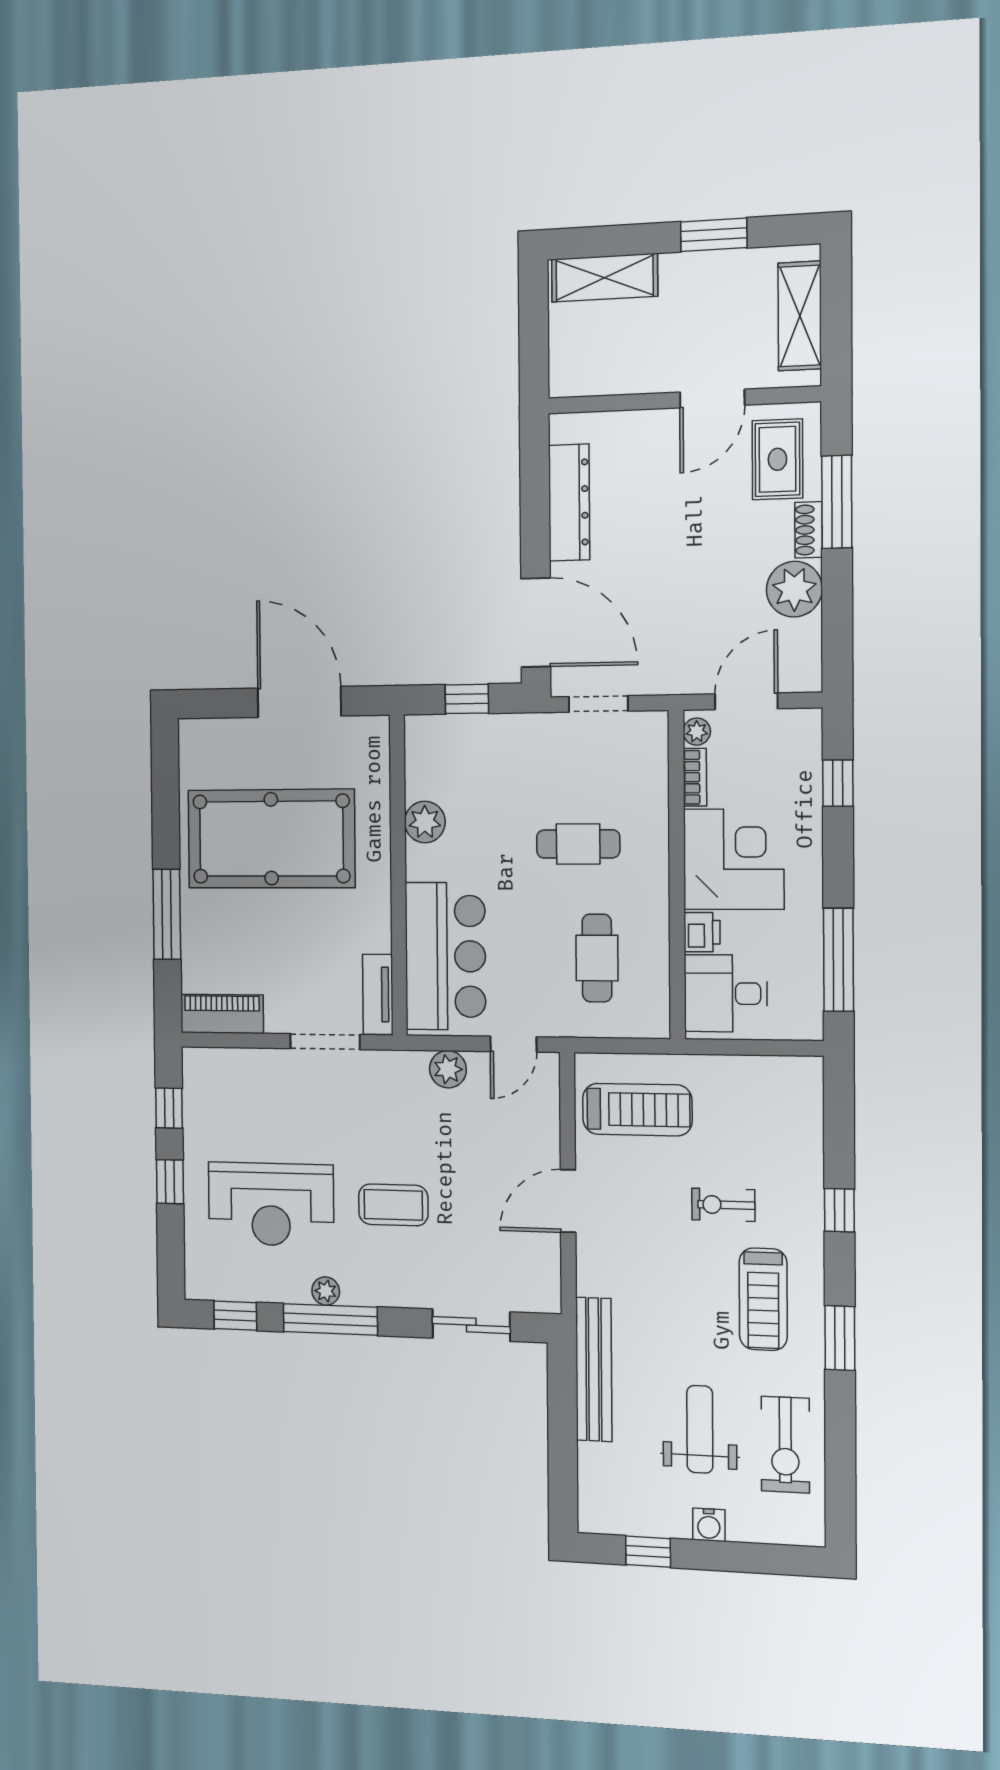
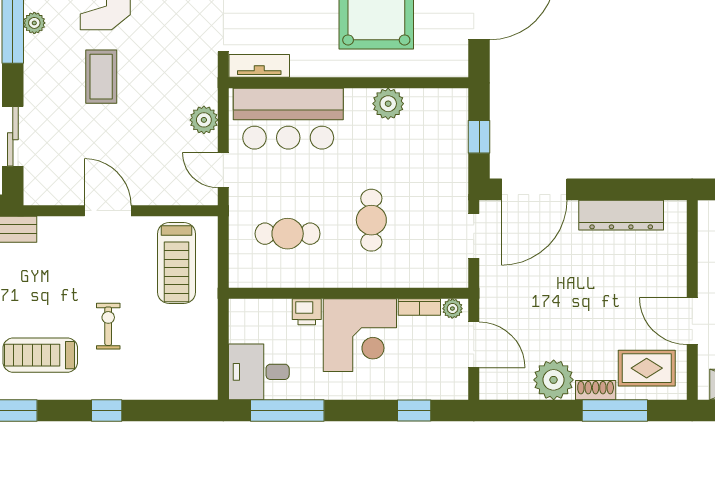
desk: (726, 993) -> (259, 372), moved, turned -90

